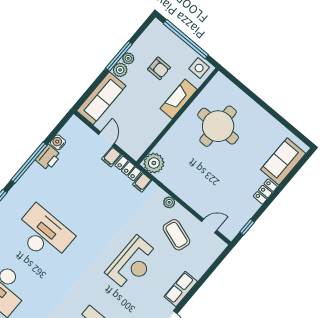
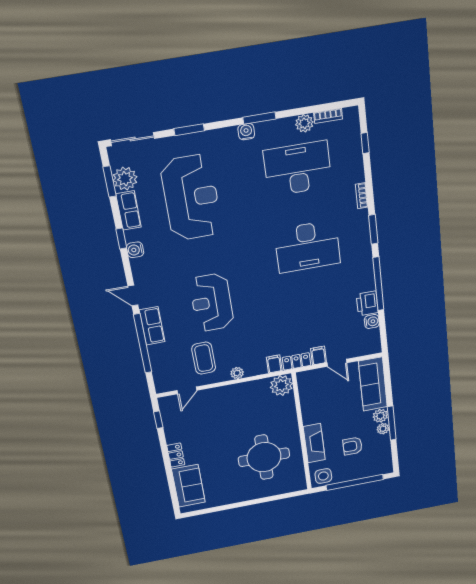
coffee table: (176, 235) -> (204, 358), turned 71
window: (198, 285) -> (143, 343), added

